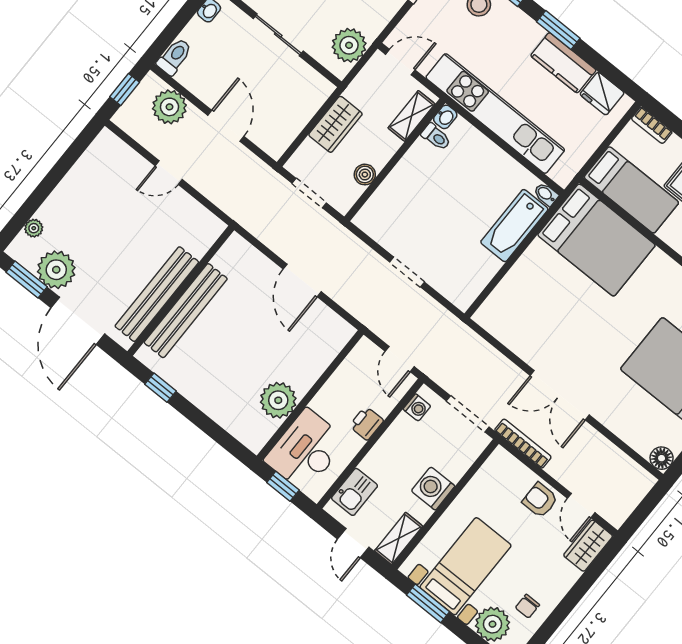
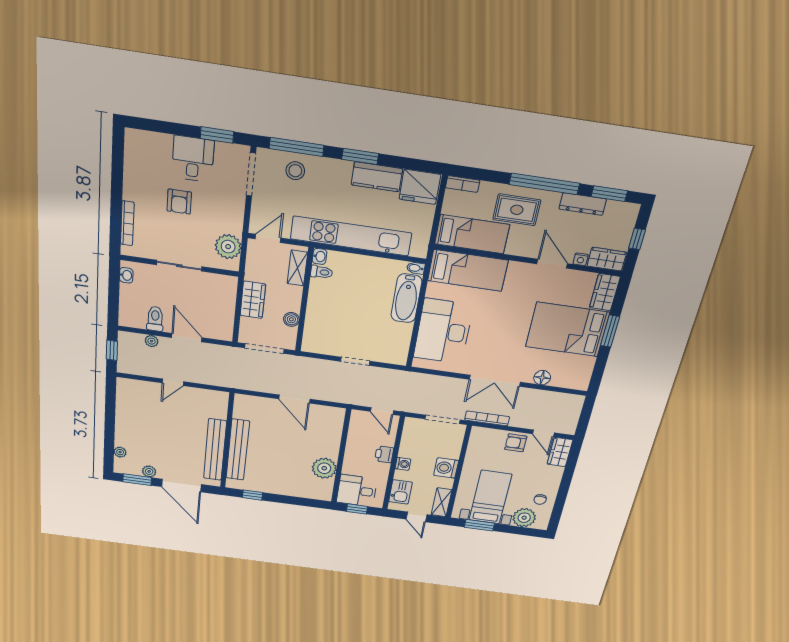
toilet: (175, 57) -> (155, 319), moved
fridge: (602, 94) -> (420, 187), width x1.36, depth x1.34
plant: (169, 107) -> (152, 341), width x0.53, depth x0.53
doorway: (309, 193) -> (264, 349), width x1.38
bed: (596, 240) -> (468, 270), width x0.67
plant: (56, 270) -> (149, 471), width x0.53, depth x0.53
desk: (534, 293) -> (443, 331), added
washing machine: (417, 408) -> (403, 464), moved
desk: (306, 450) -> (357, 491), width x0.73
floor lamp: (662, 458) -> (542, 378), moved

